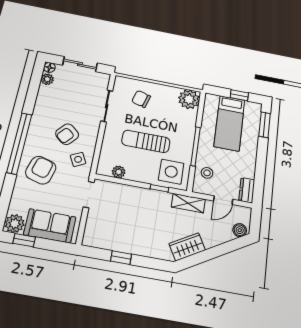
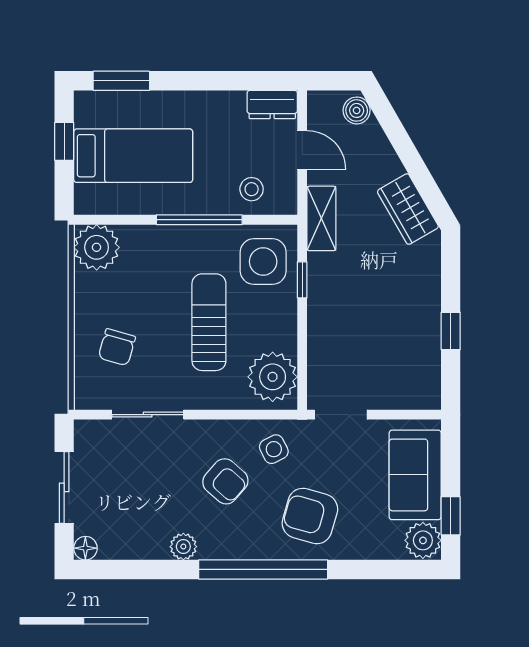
plant: (47, 79) -> (183, 547), moved
sun lounger: (146, 141) -> (209, 322), turned 180
plant: (119, 172) -> (273, 377), width x1.87, depth x1.87

